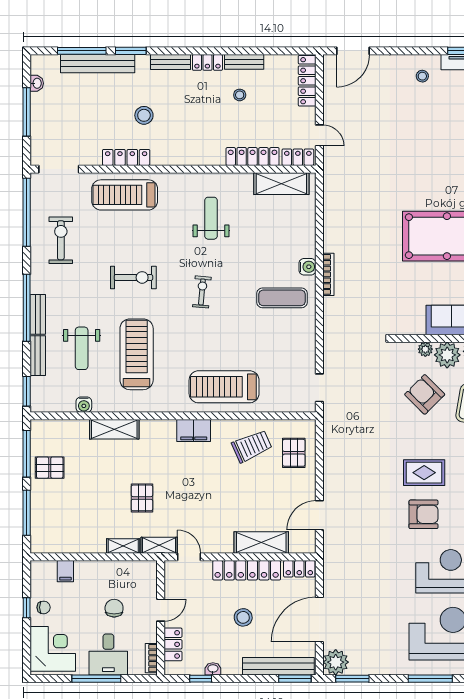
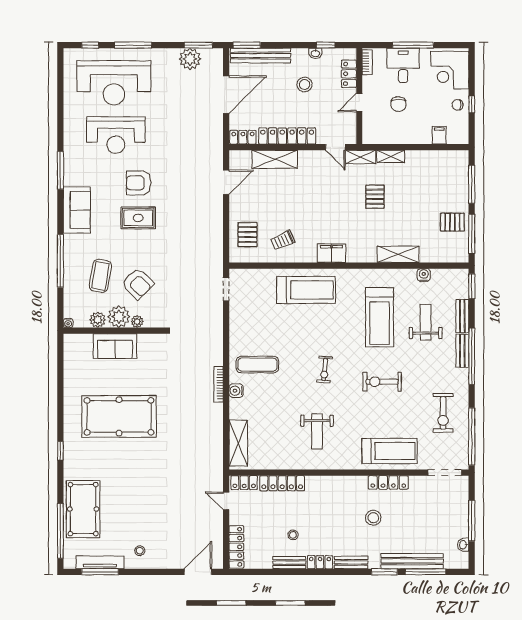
shelving: (281, 184) -> (238, 443), moved, turned 90
trolley: (252, 446) -> (283, 240), width x0.73, depth x0.72
stool: (243, 617) -> (305, 84), moved
plant: (336, 662) -> (190, 59), moved

